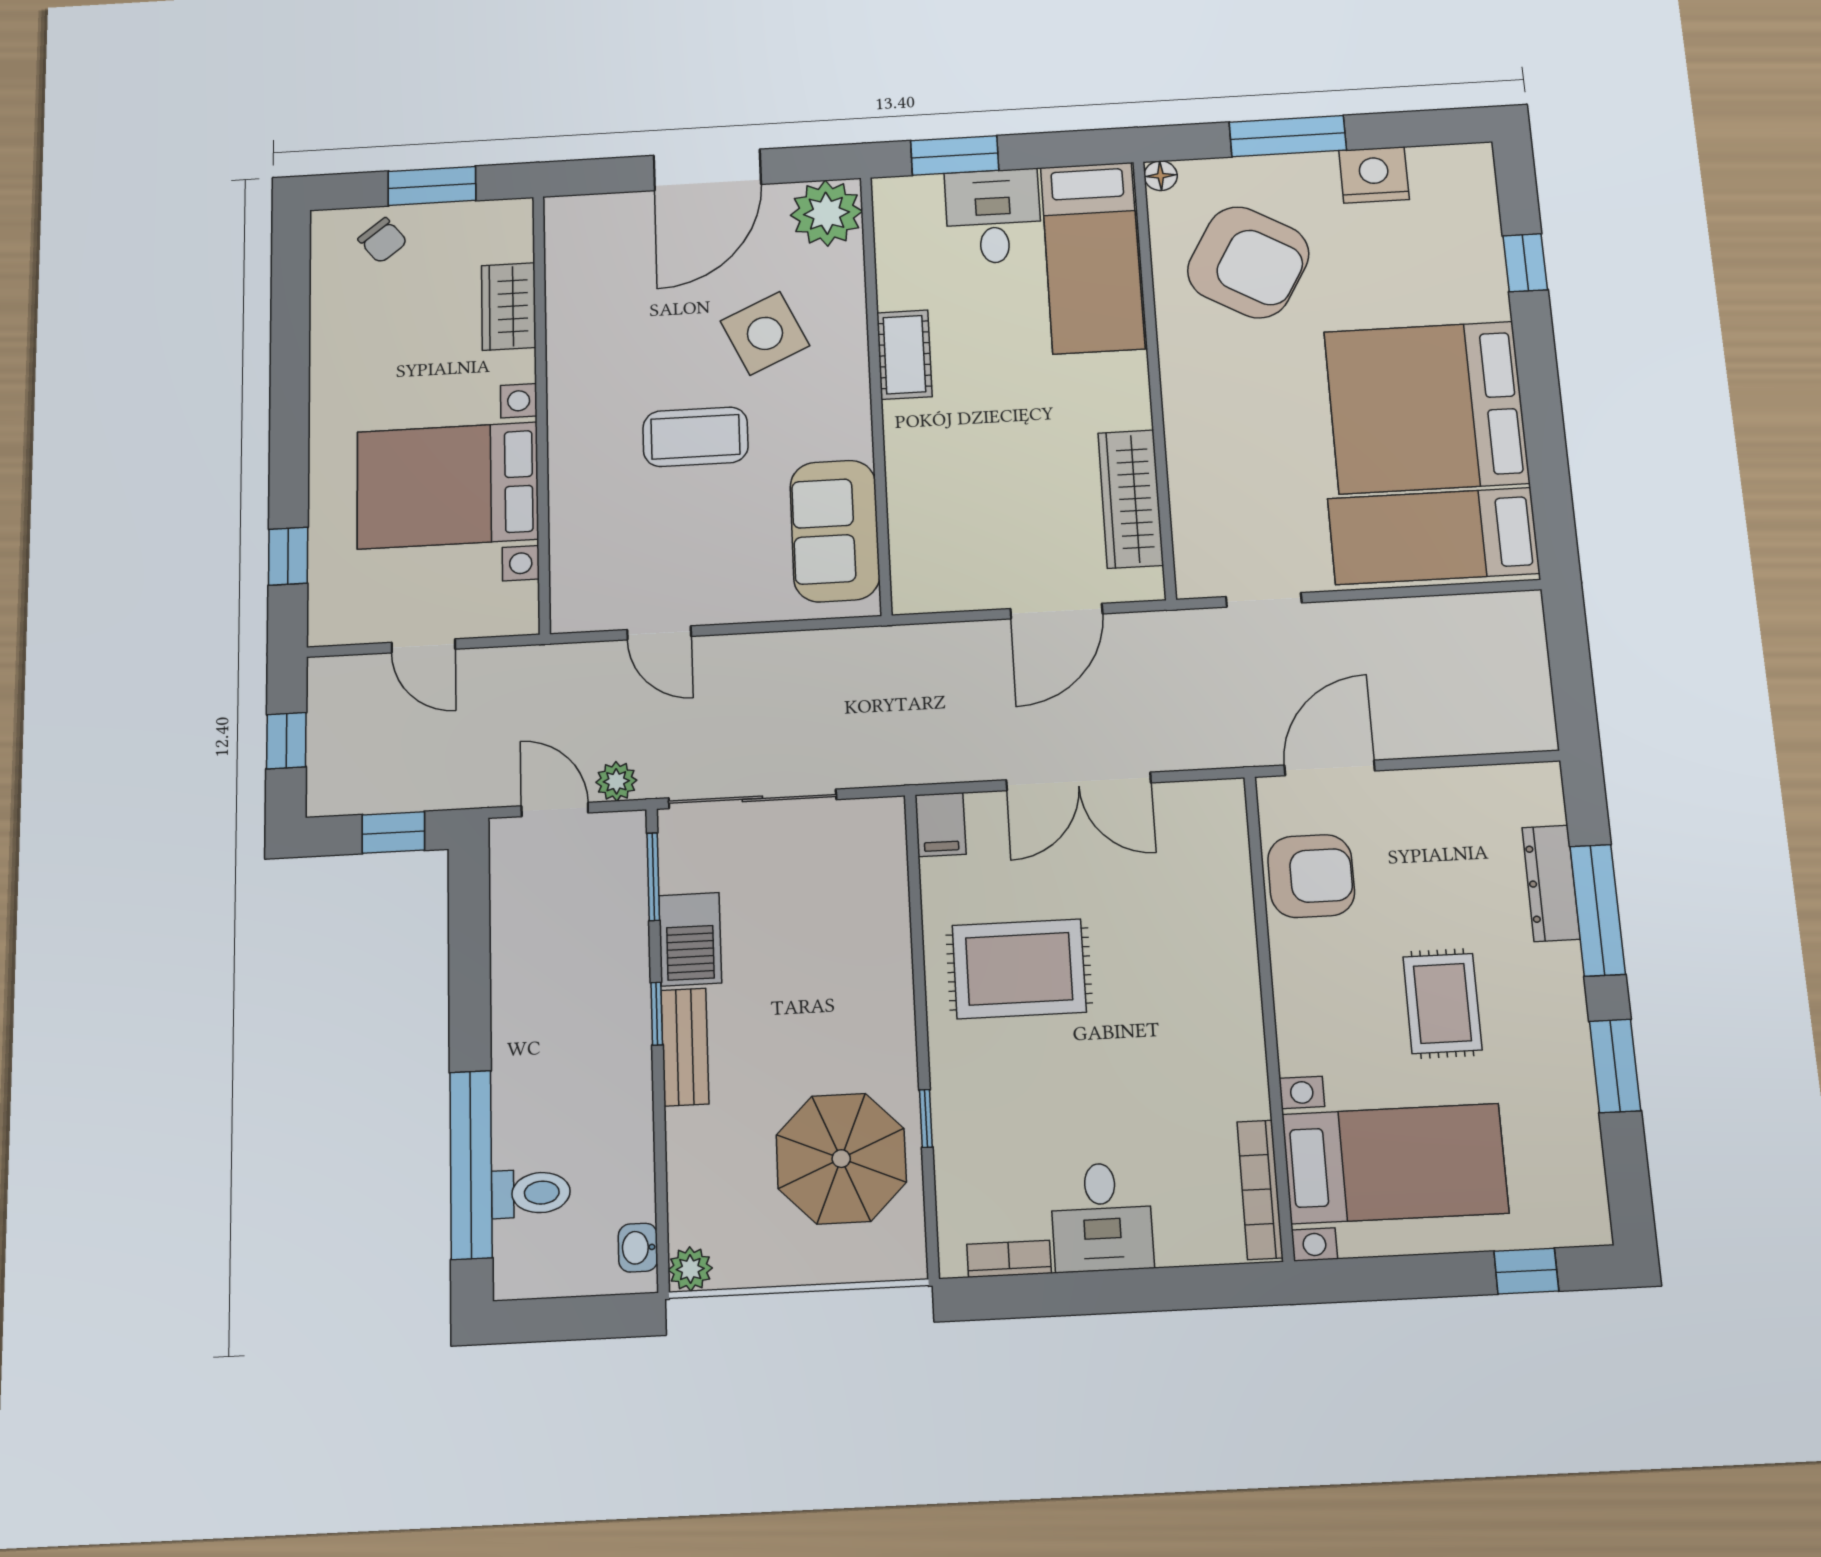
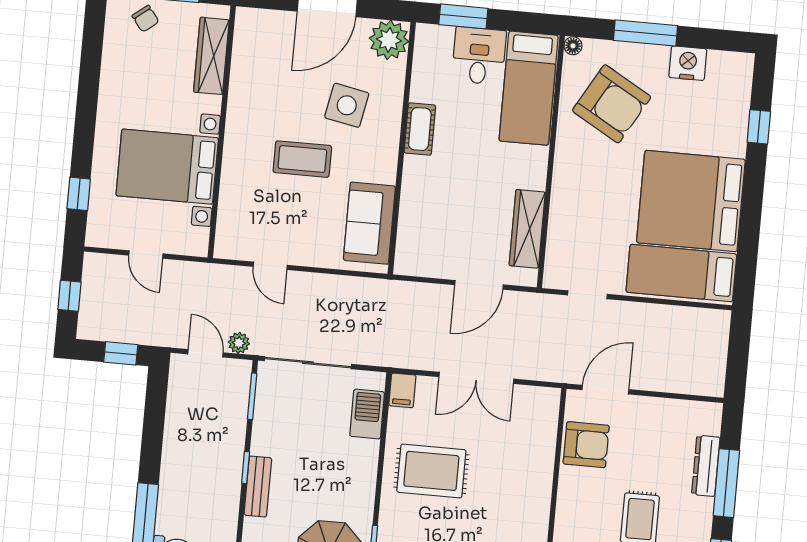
wardrobe: (509, 307) -> (211, 56), width x1.50
side table: (765, 333) -> (347, 105), turned 36
barbecue: (690, 939) -> (367, 414), moved, turned 180

